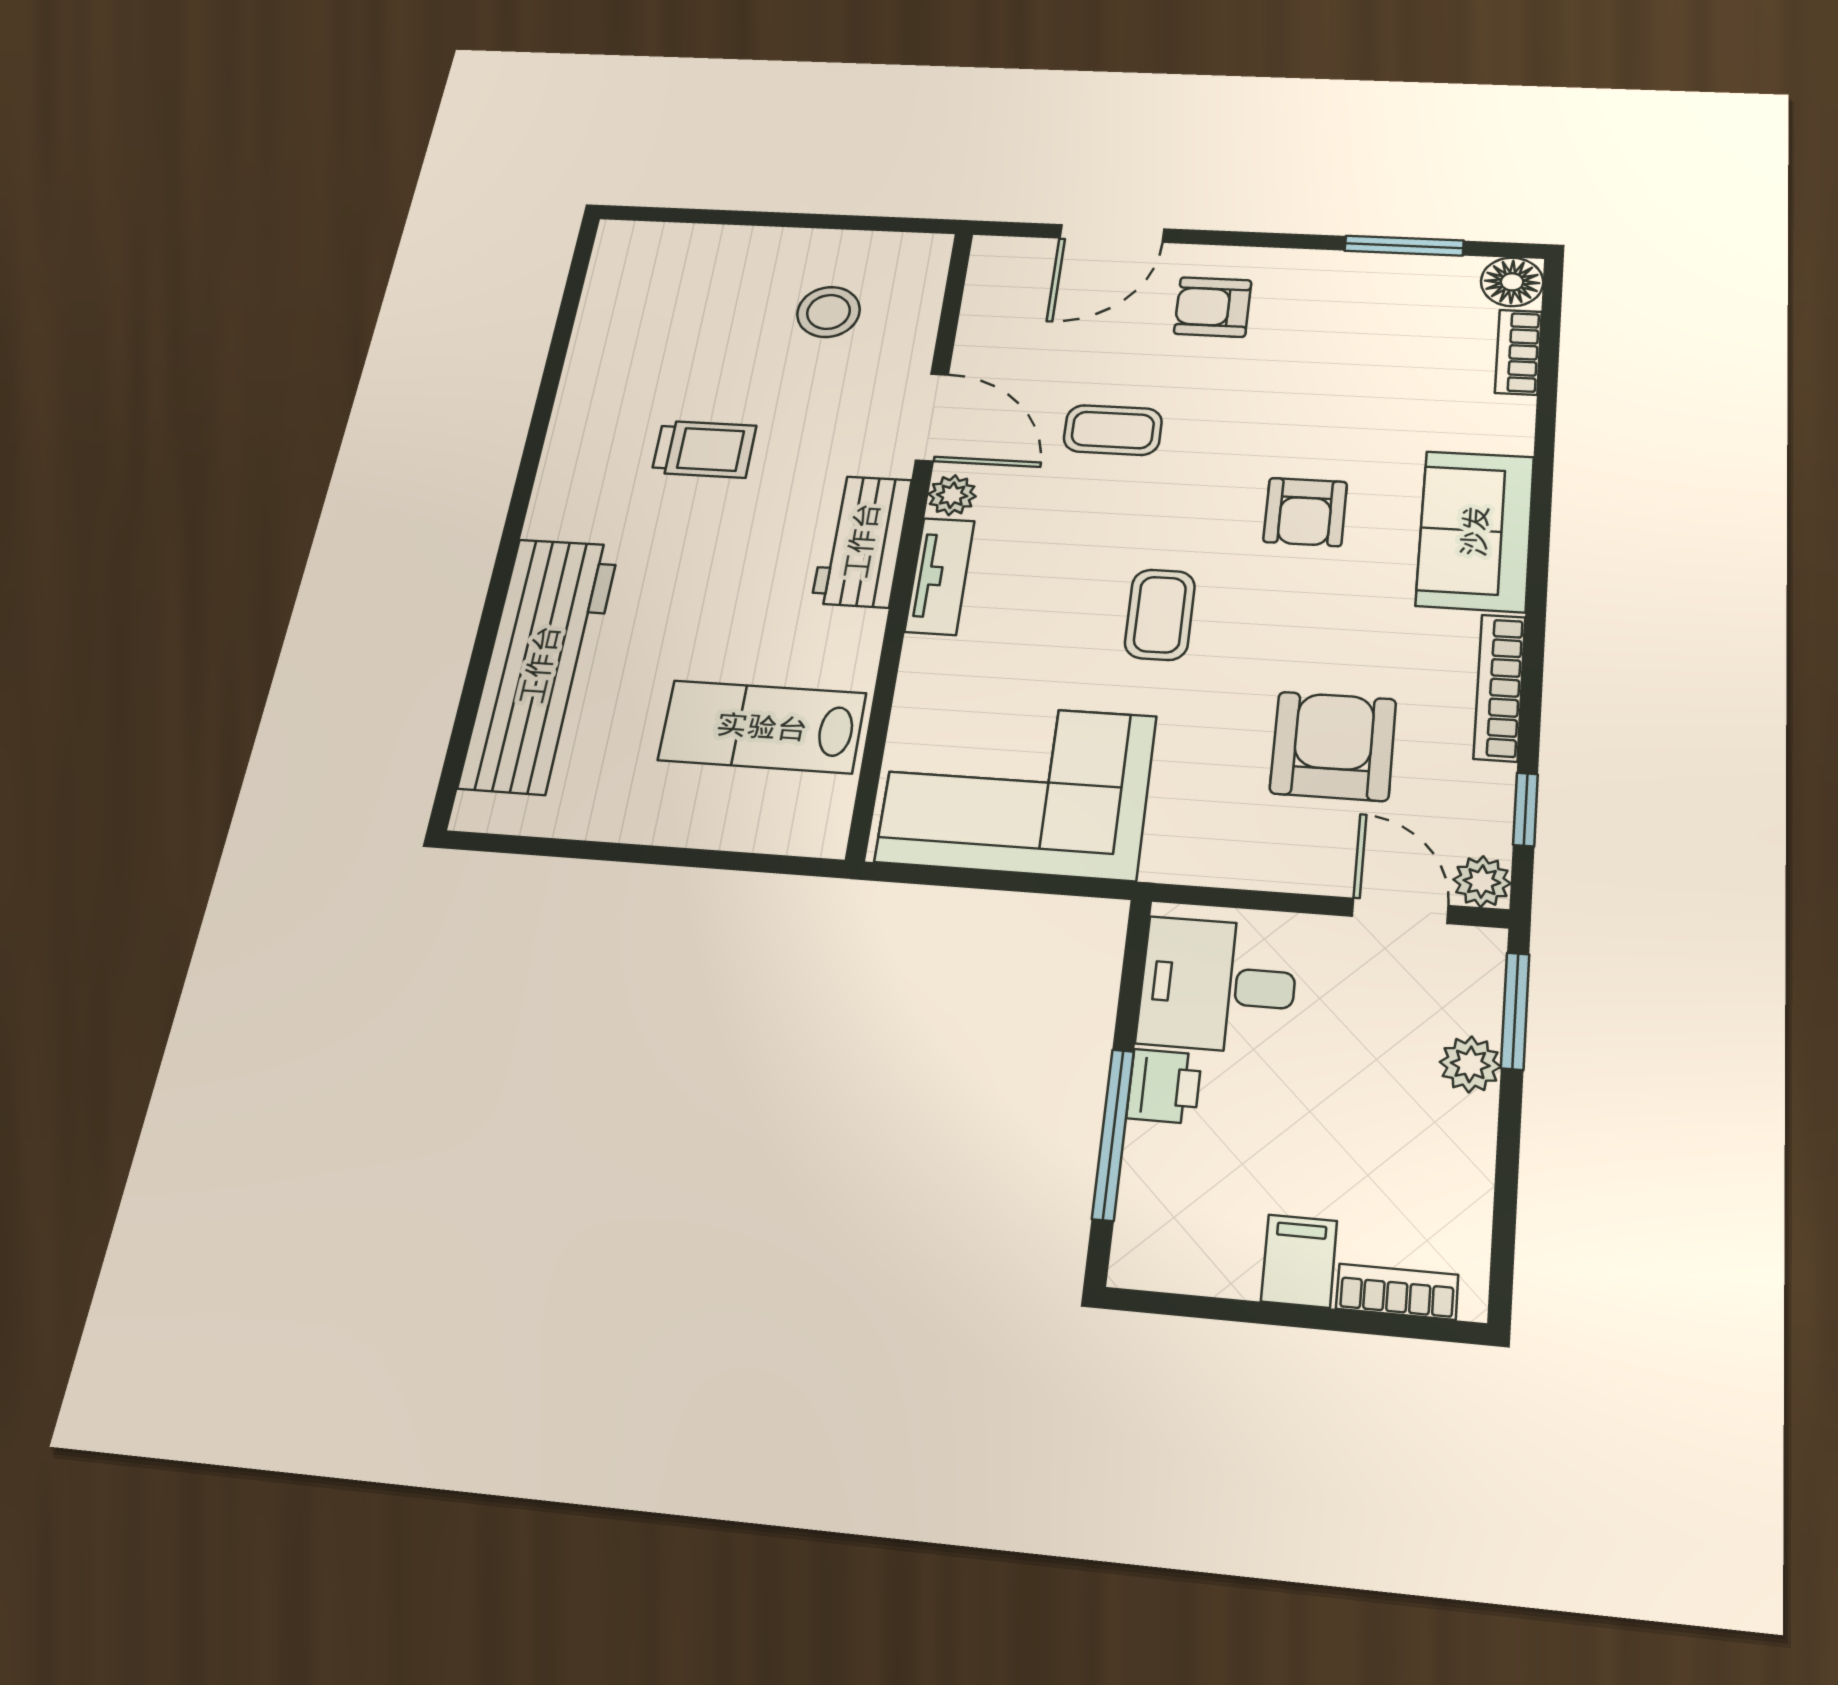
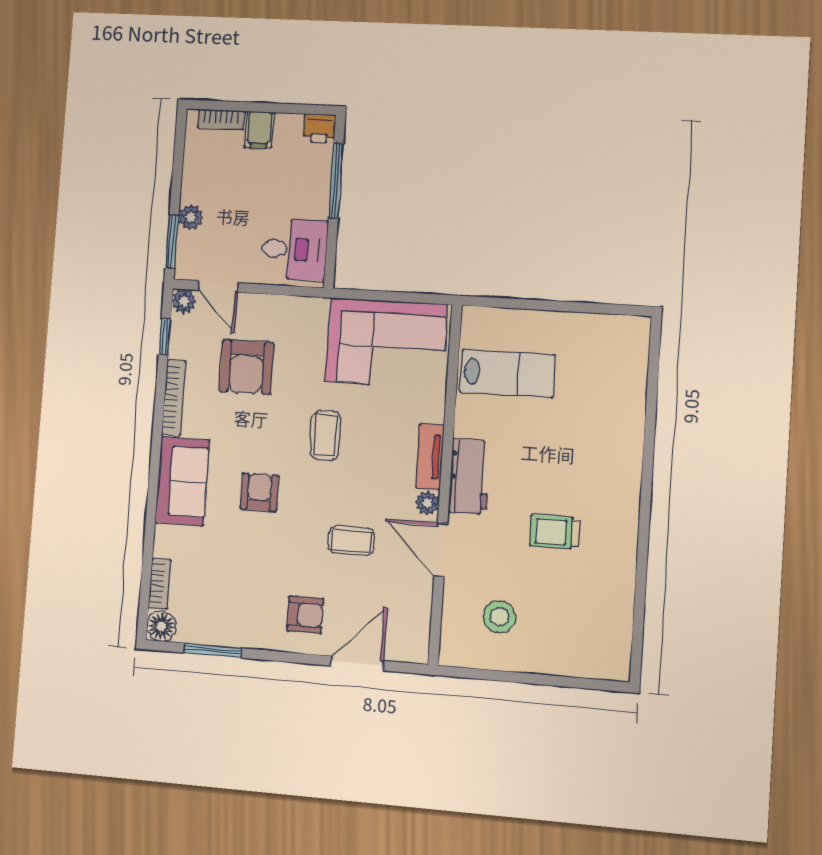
workbench: (540, 665) -> (620, 406), removed
printer: (1164, 1086) -> (320, 128), moved, turned -90

